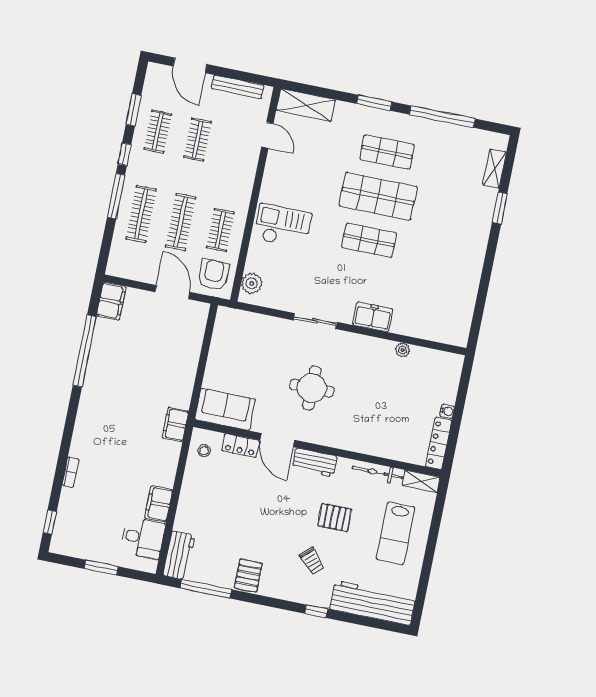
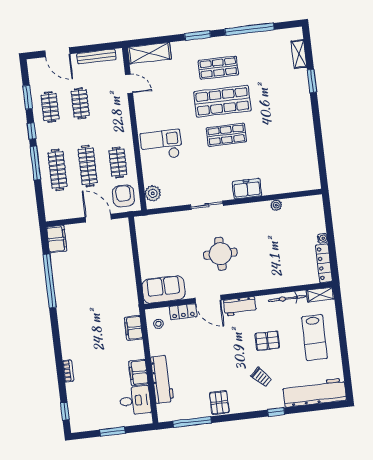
filing cabinet: (175, 424) -> (134, 328), moved
workbench: (179, 555) -> (162, 379), moved, width x1.38

